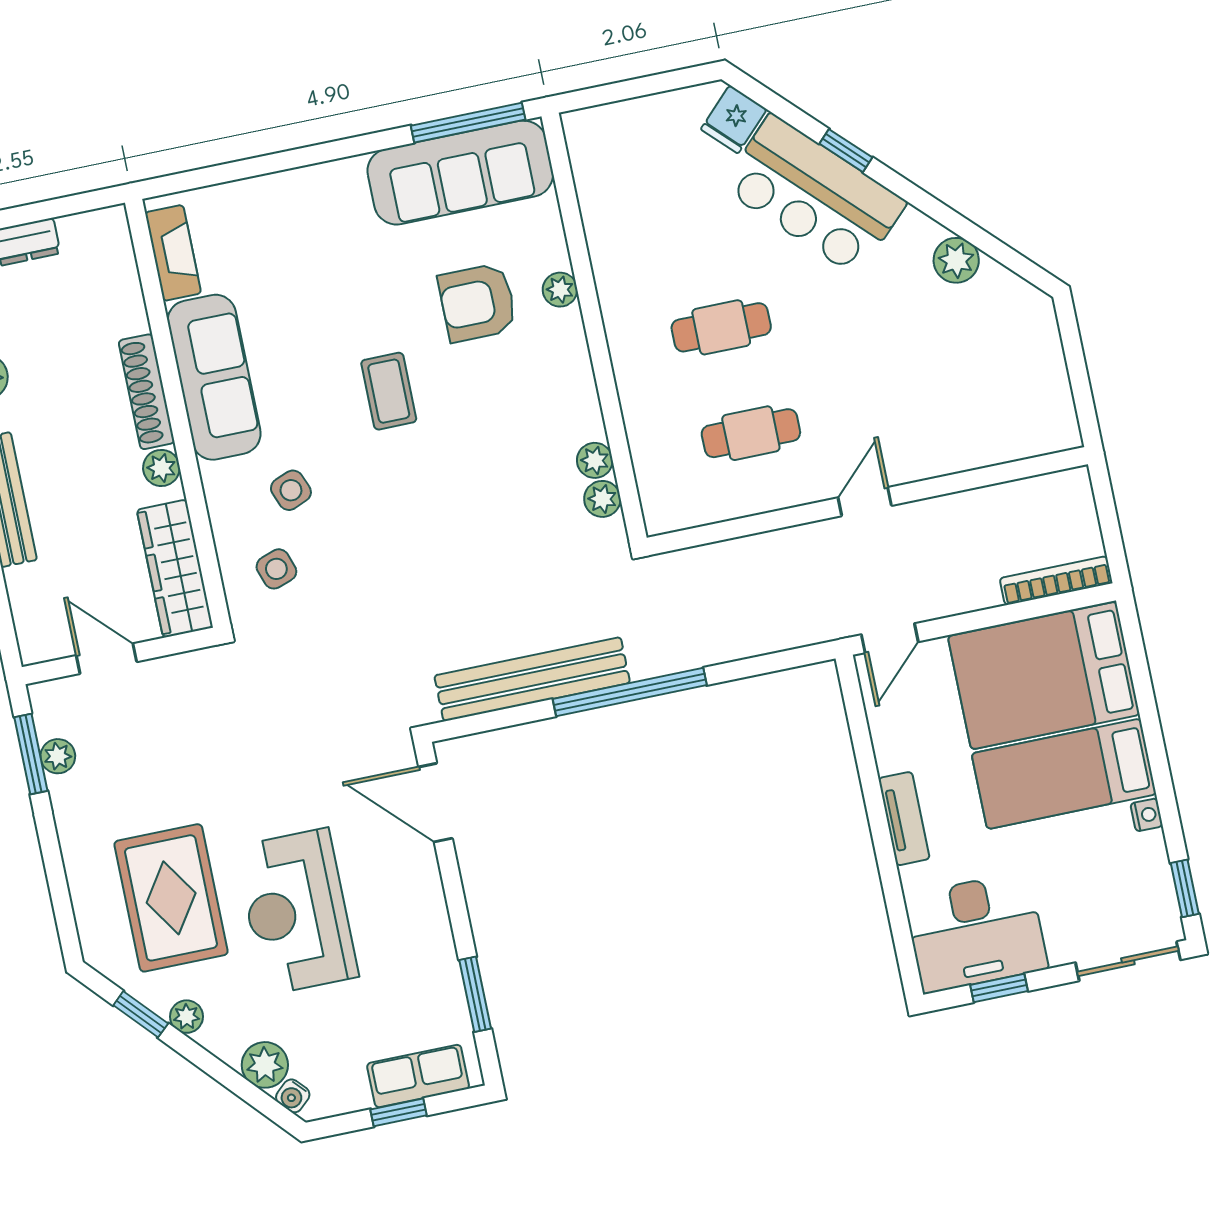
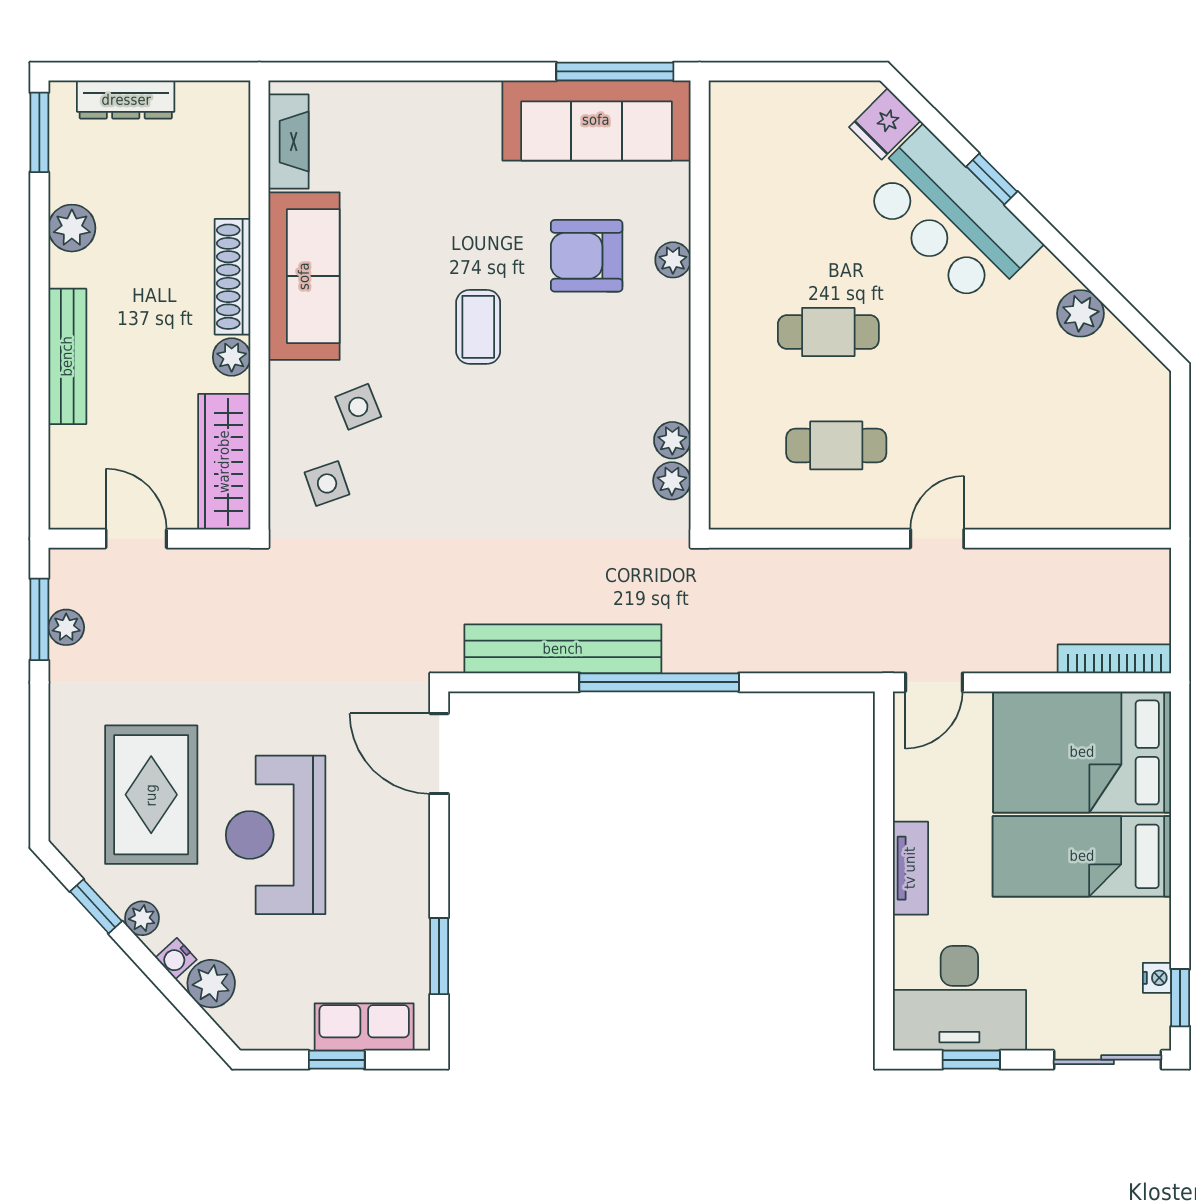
nightstand: (1147, 815) -> (1157, 978), moved
water cooler: (293, 1096) -> (176, 959), moved

